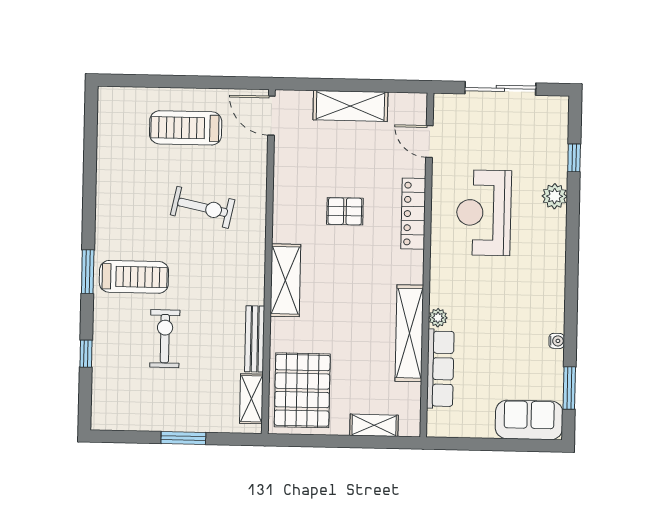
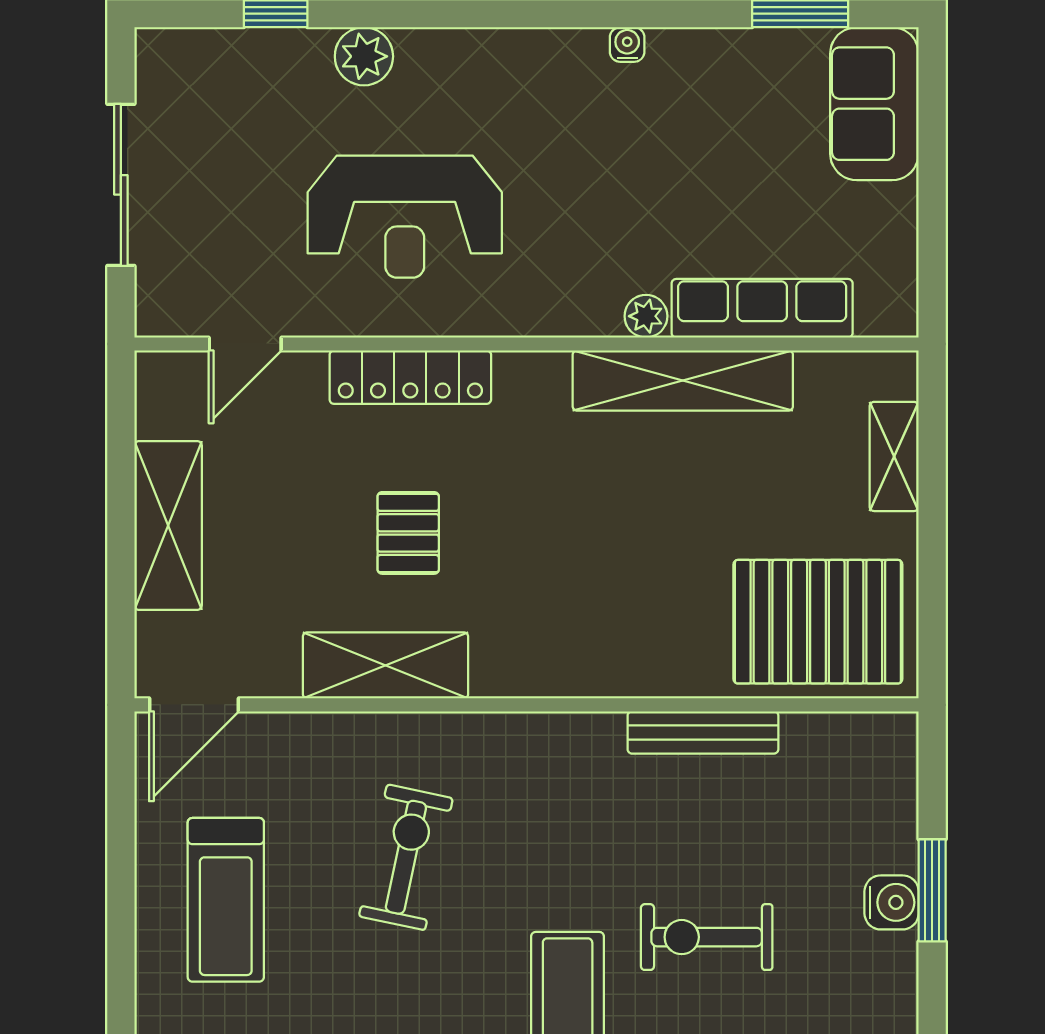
shelving: (285, 280) -> (386, 665), moved
water cooler: (557, 341) -> (627, 45), moved
shelving: (251, 399) -> (840, 737), removed
water cooler: (178, 420) -> (892, 902), added

